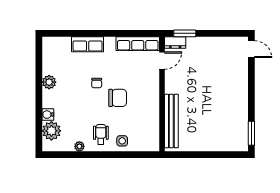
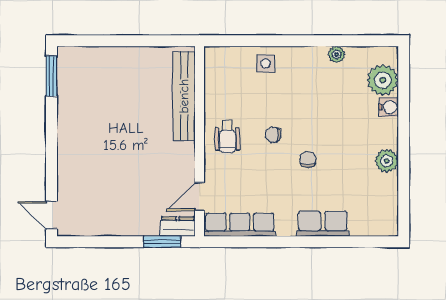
chair: (118, 98) -> (273, 135), width x0.54, depth x0.54
wheelchair: (101, 134) -> (227, 136), moved

